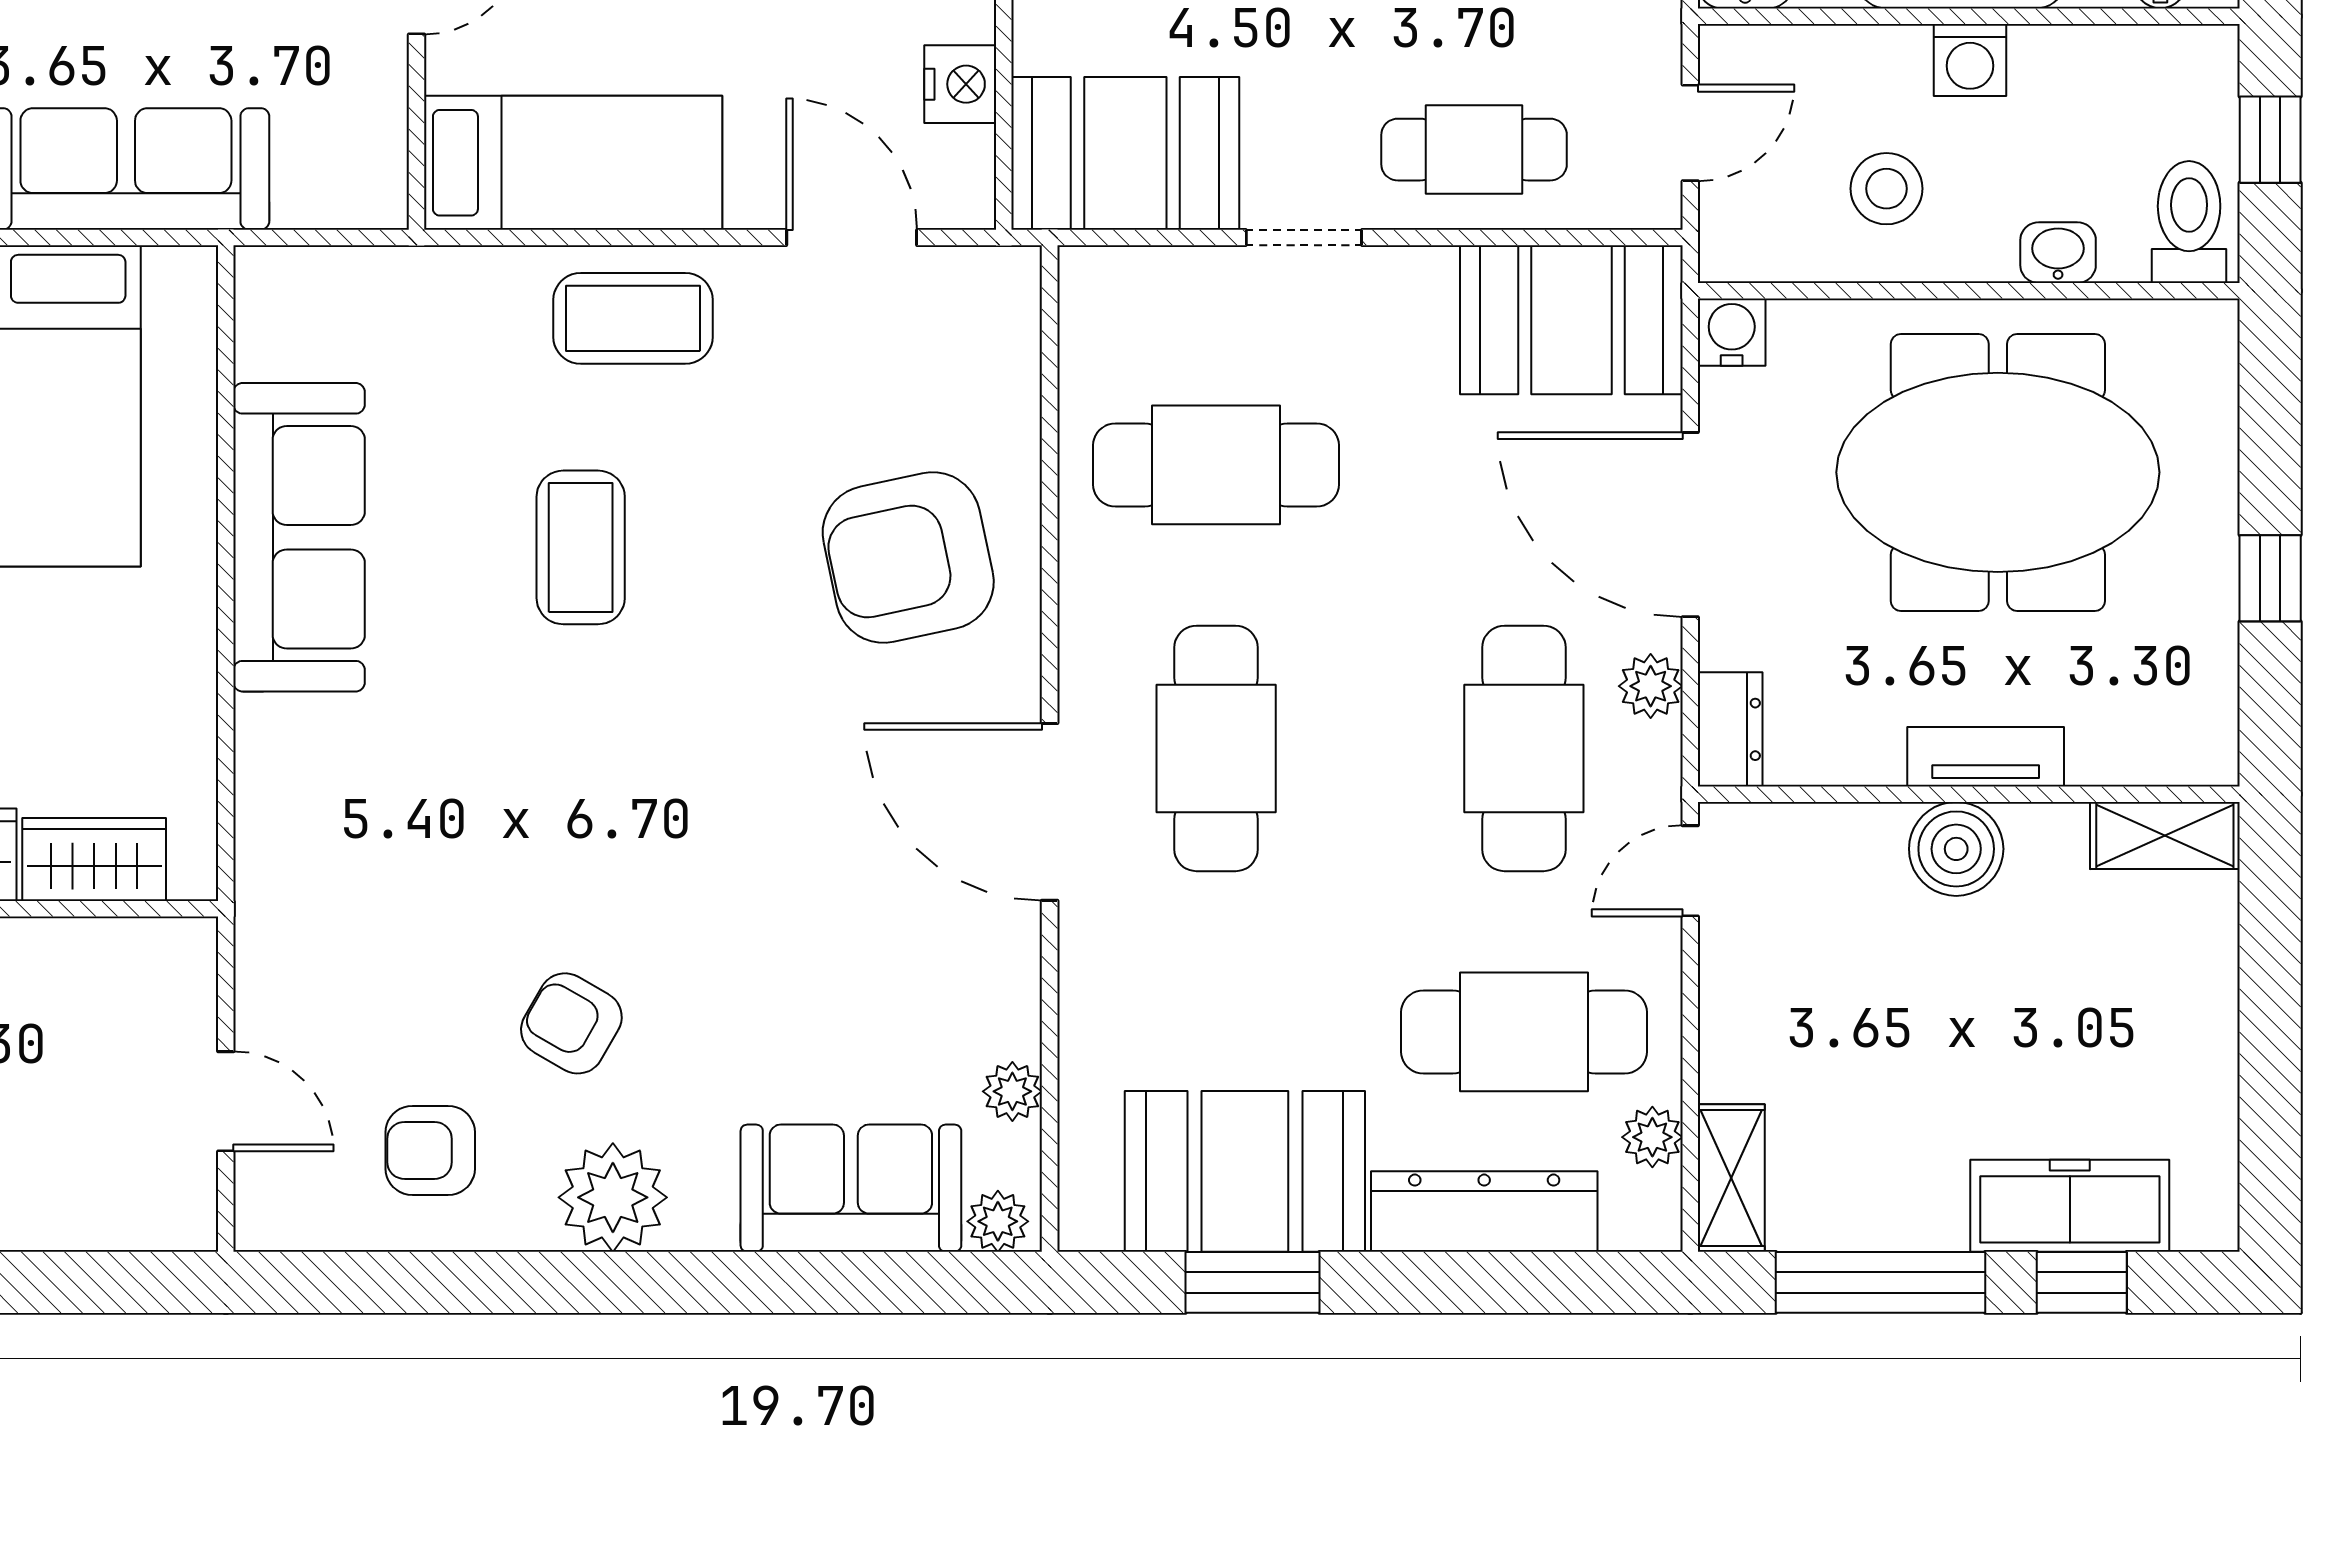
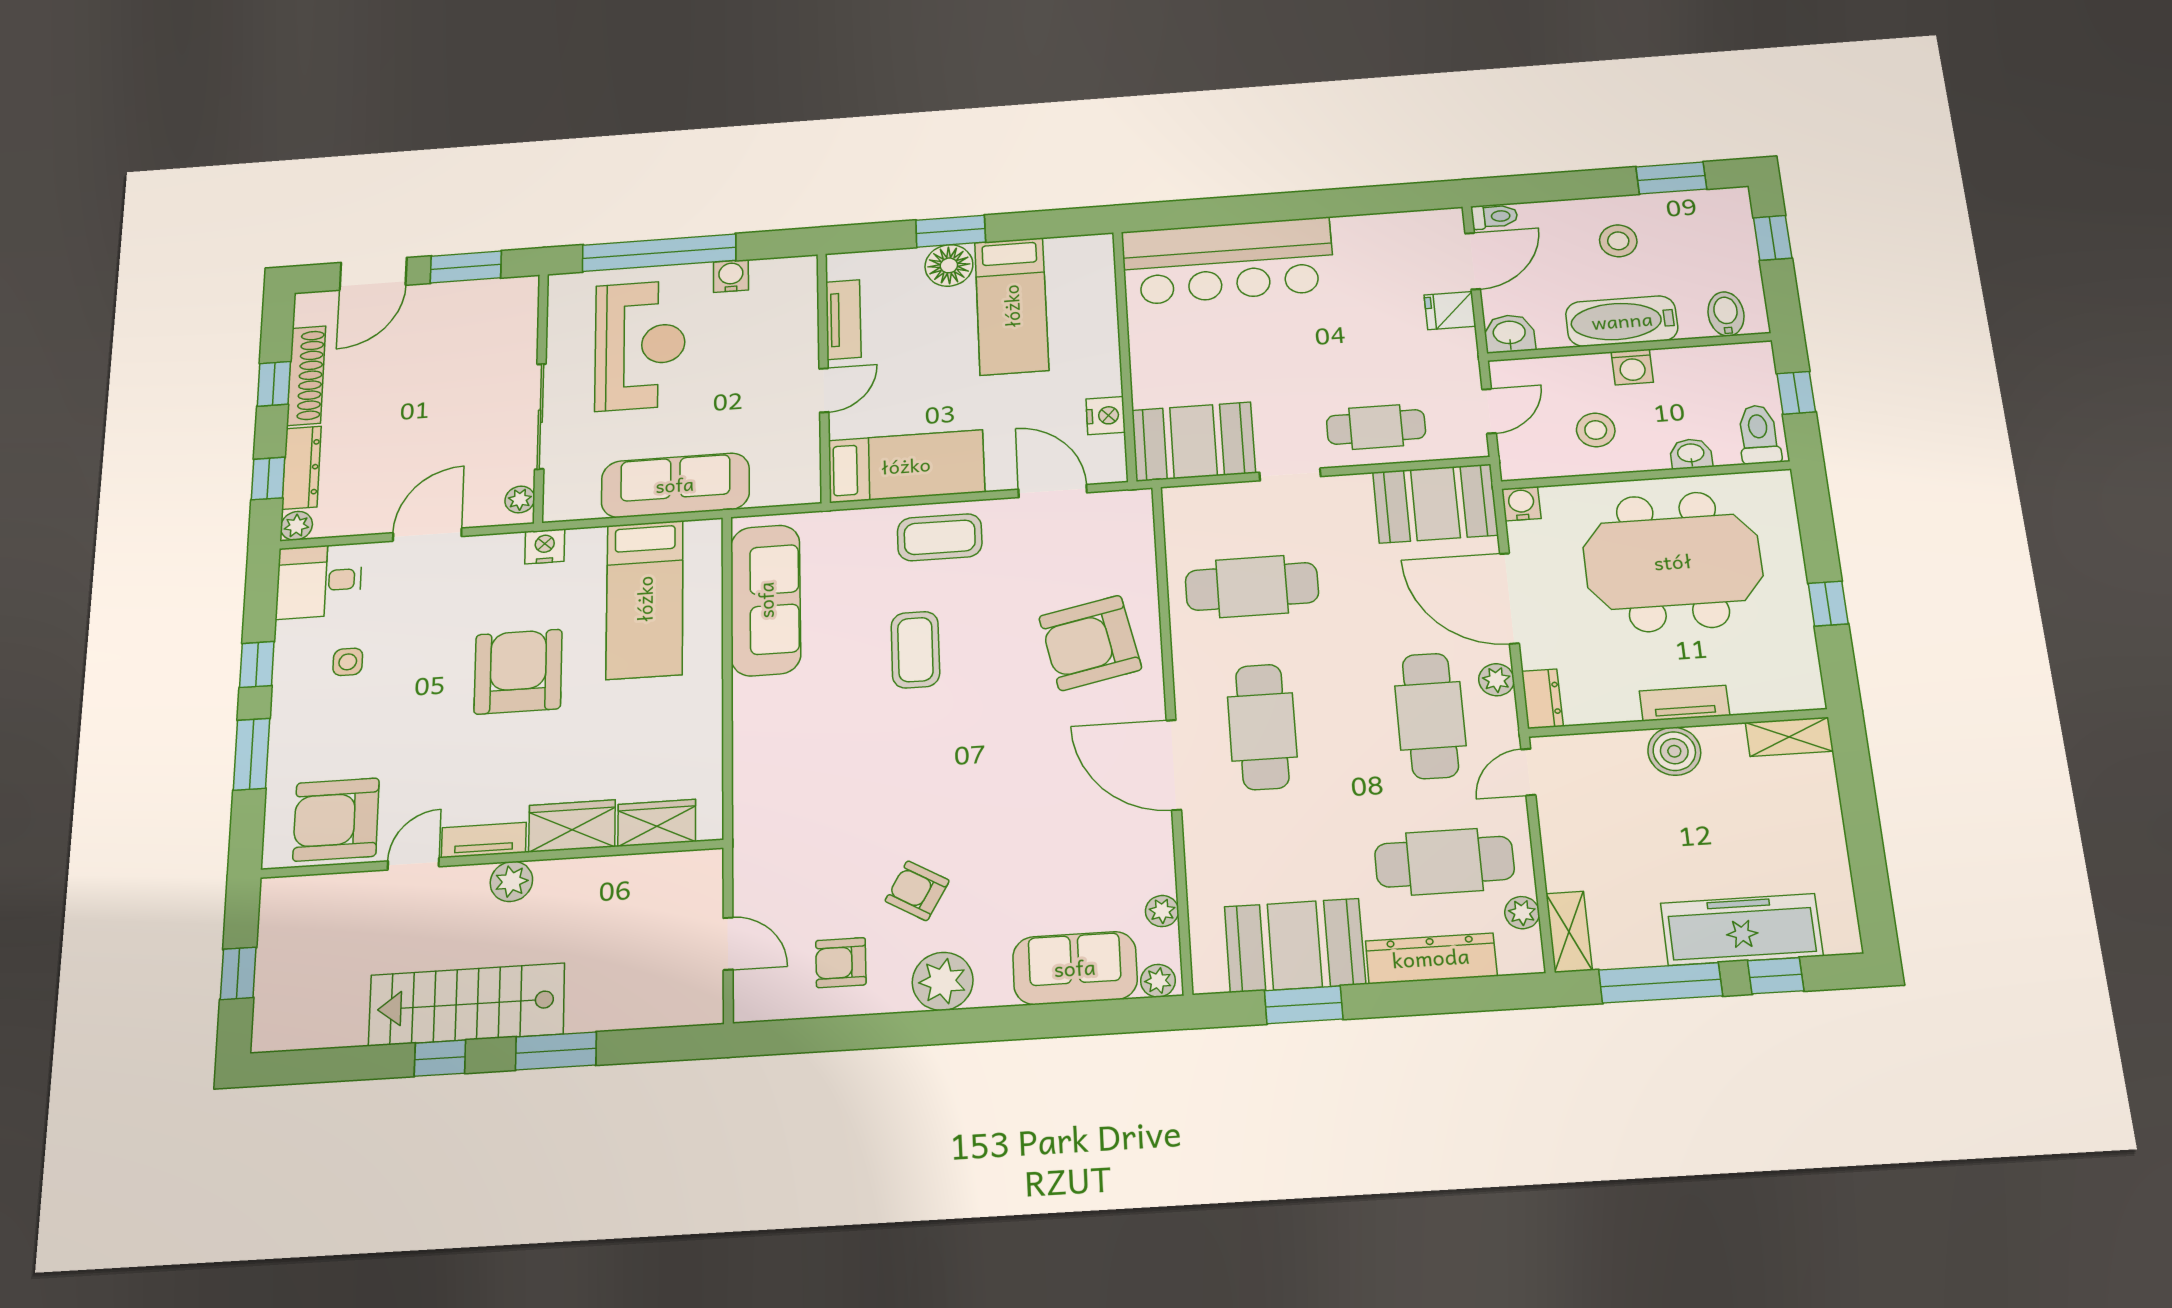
sofa: (299, 537) -> (766, 600), moved
freezer: (2070, 1206) -> (1742, 929), width x1.36, depth x1.26

